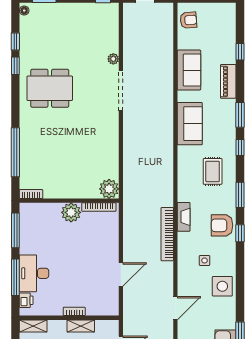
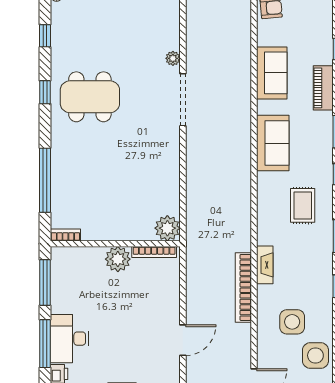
window: (15, 66) -> (45, 92), moved
armchair: (222, 225) -> (315, 276), removed
side table: (205, 260) -> (292, 322), width x1.87, depth x1.87

